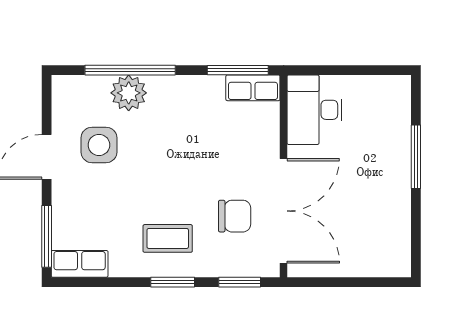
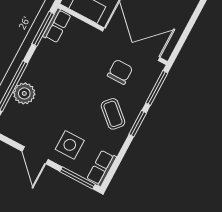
side table: (99, 145) -> (70, 145), moved
coffee table: (168, 238) -> (113, 114), turned -48
window: (240, 282) -> (157, 88), width x1.44

